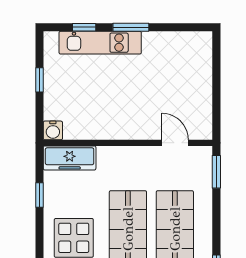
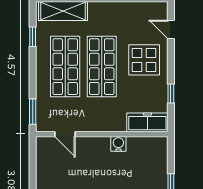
water cooler: (53, 130) -> (118, 144), moved

